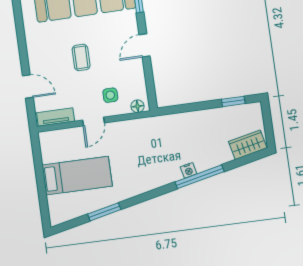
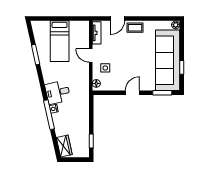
door: (145, 45) -> (132, 93), hinge flipped
coffee table: (81, 57) -> (135, 28), moved
desk: (161, 167) -> (58, 92), added

